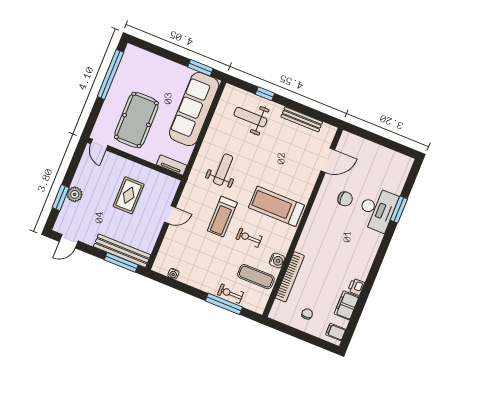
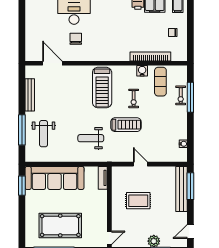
window: (265, 94) -> (22, 130), width x2.17
pool table: (136, 120) -> (60, 226), moved
door: (69, 241) -> (190, 231), swing flipped

